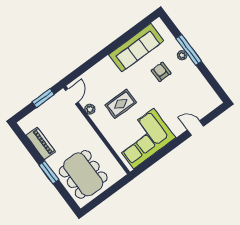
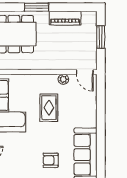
armchair: (161, 72) -> (51, 160), turned 180
window: (43, 98) -> (101, 37), moved

